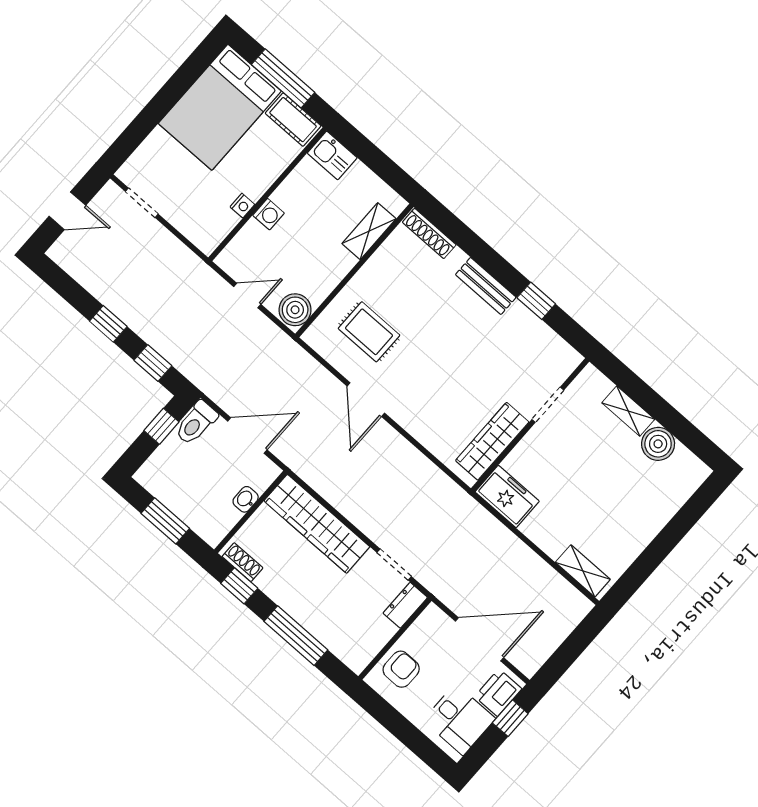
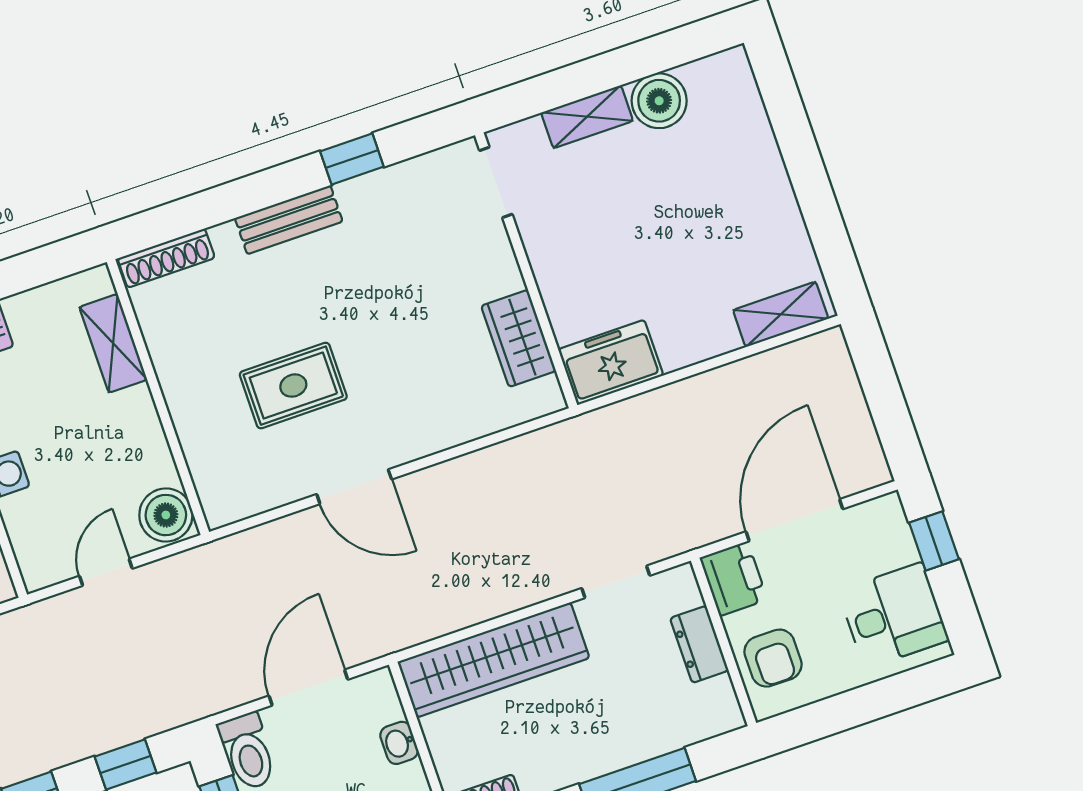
rug: (369, 332) -> (293, 386), moved
doorway: (548, 405) -> (496, 182), moved
wardrobe: (492, 441) -> (519, 338), width x0.67
dresser: (405, 605) -> (699, 644), moved
armchair: (401, 669) -> (773, 658), turned 180
printer: (498, 693) -> (734, 579), moved, turned 180

